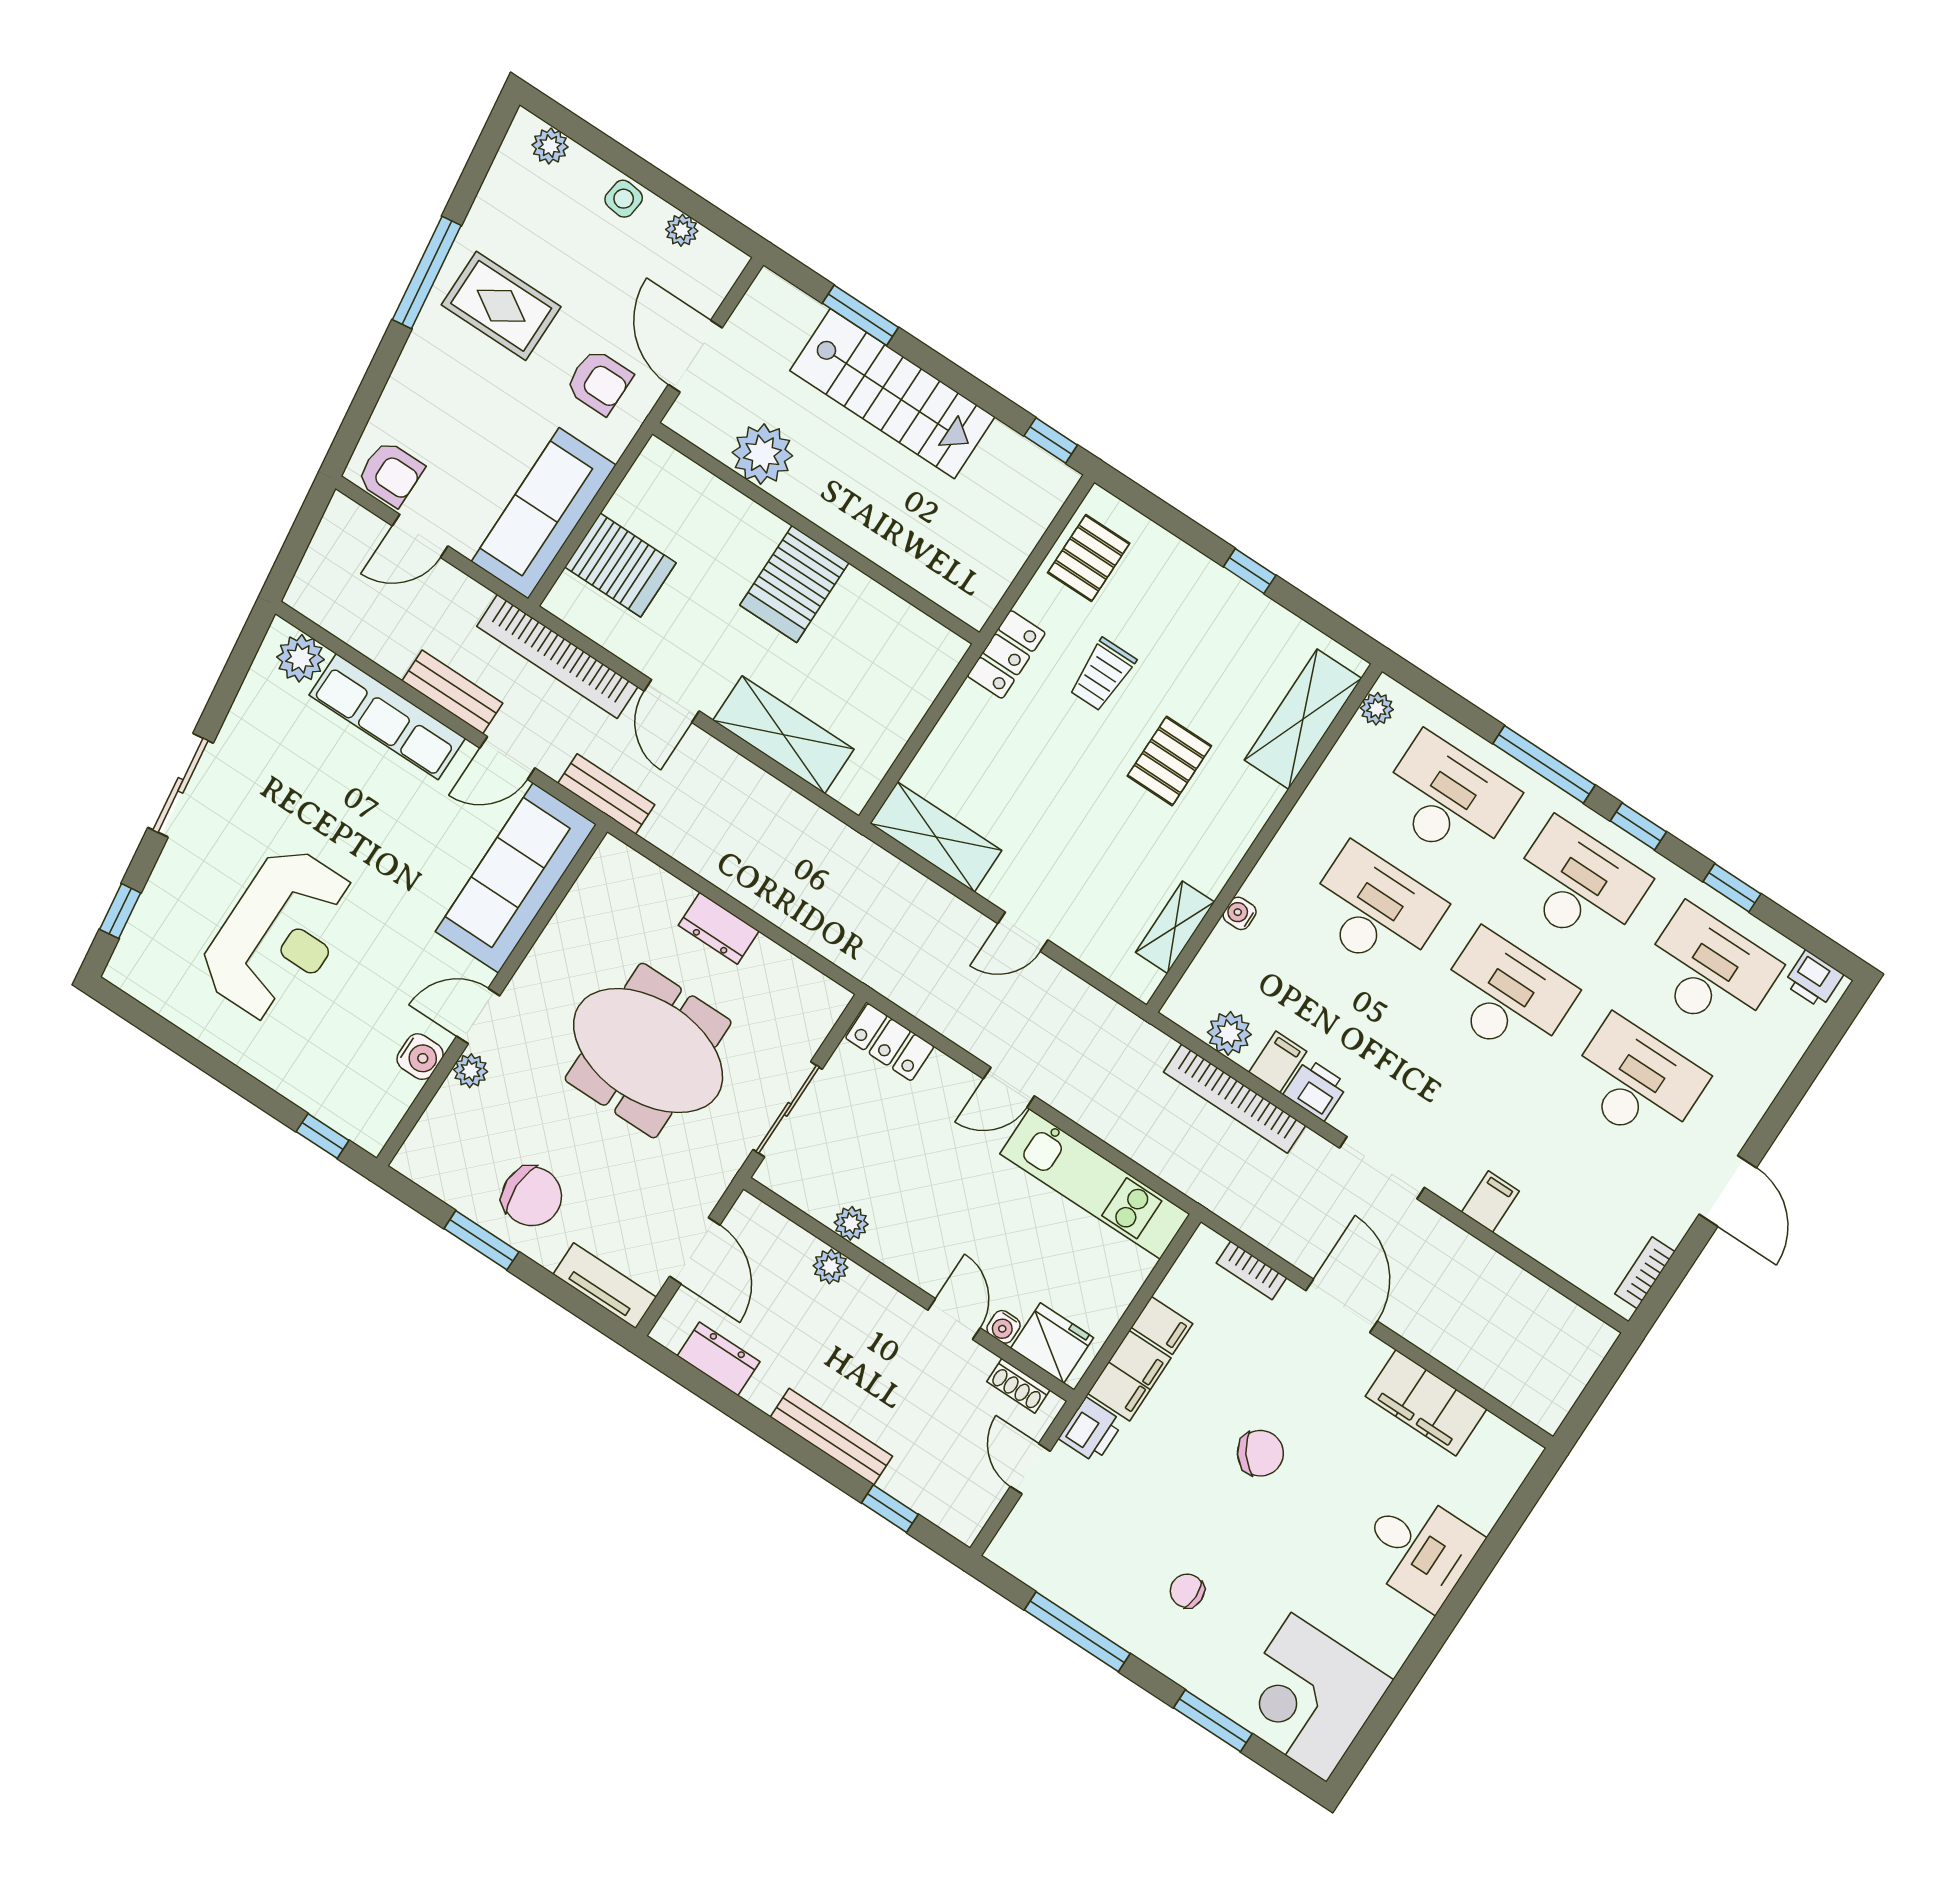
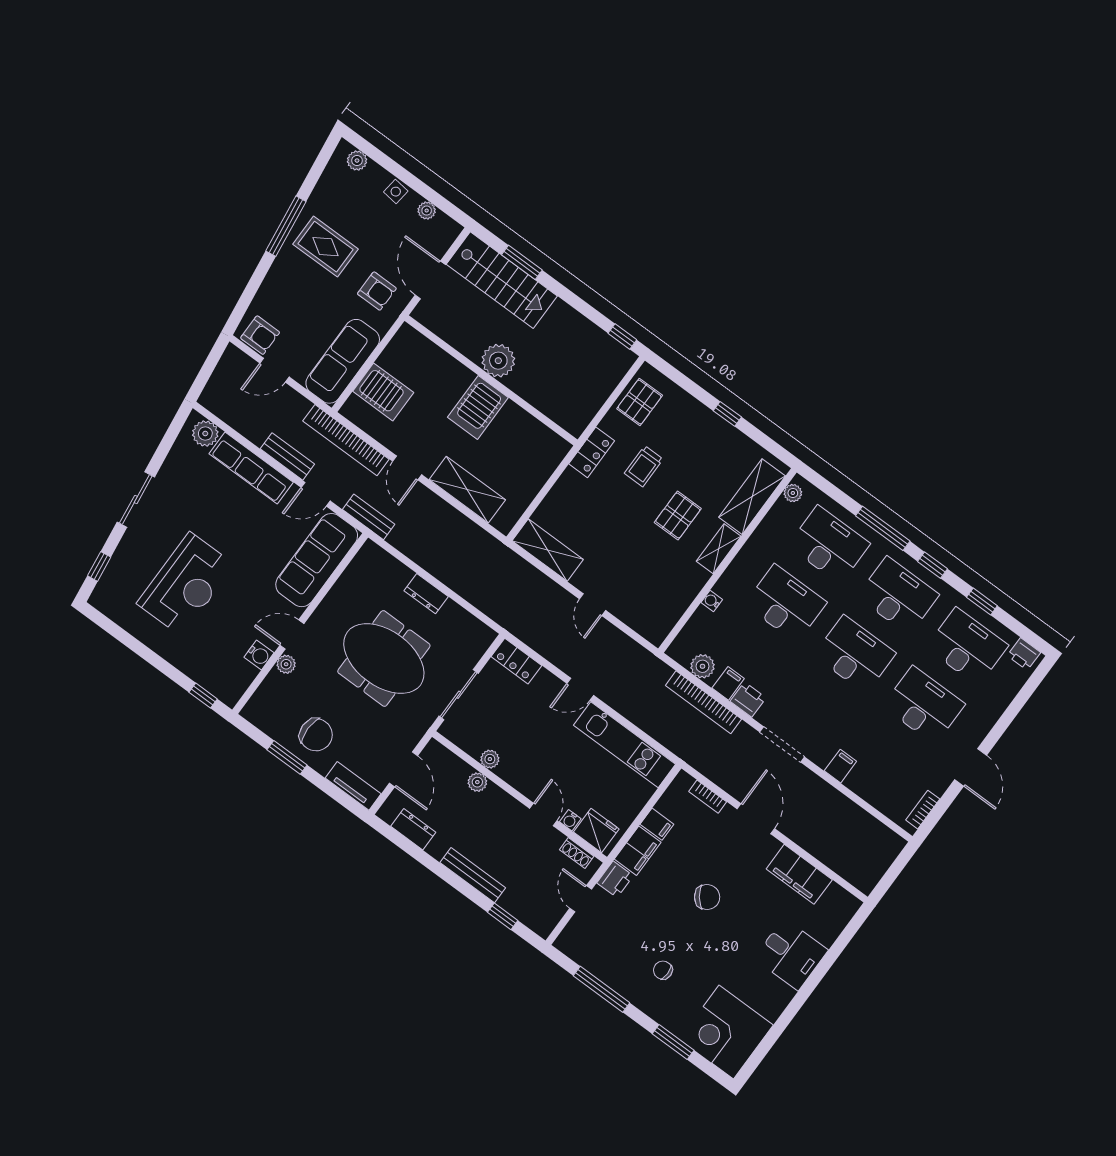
stairs: (892, 394) -> (502, 280), moved
plant: (762, 454) -> (498, 361), moved
shelving: (1175, 927) -> (719, 549), moved
door: (1023, 932) -> (593, 605), hinge flipped

